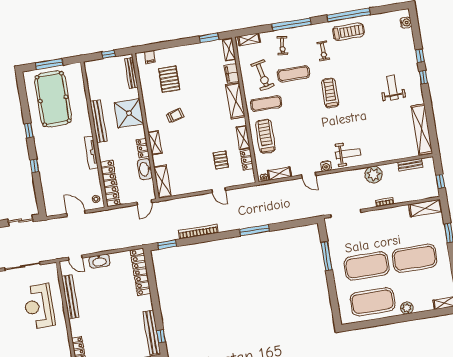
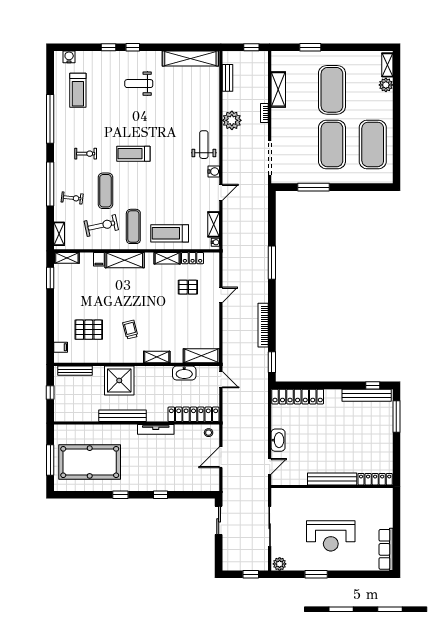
treadmill: (348, 32) -> (78, 90), moved, turned 180
filing cabinet: (232, 73) -> (99, 259), width x0.50
locker: (143, 148) -> (160, 372), removed
shelving: (425, 208) -> (278, 89), moved
bench: (70, 297) -> (332, 479), moved
reception desk: (39, 306) -> (331, 536), moved
plant: (407, 308) -> (386, 85), moved

